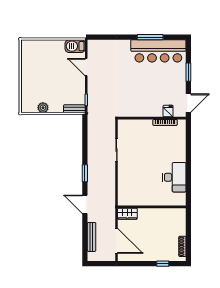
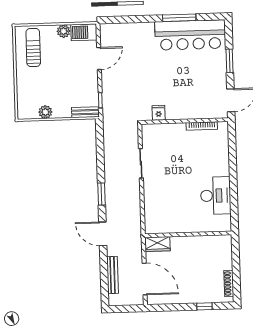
plant: (59, 45) -> (64, 31), added
sun lounger: (35, 57) -> (33, 47), added
door: (86, 67) -> (99, 59), swing flipped
fridge: (168, 111) -> (159, 113), moved

